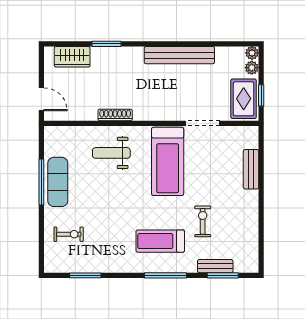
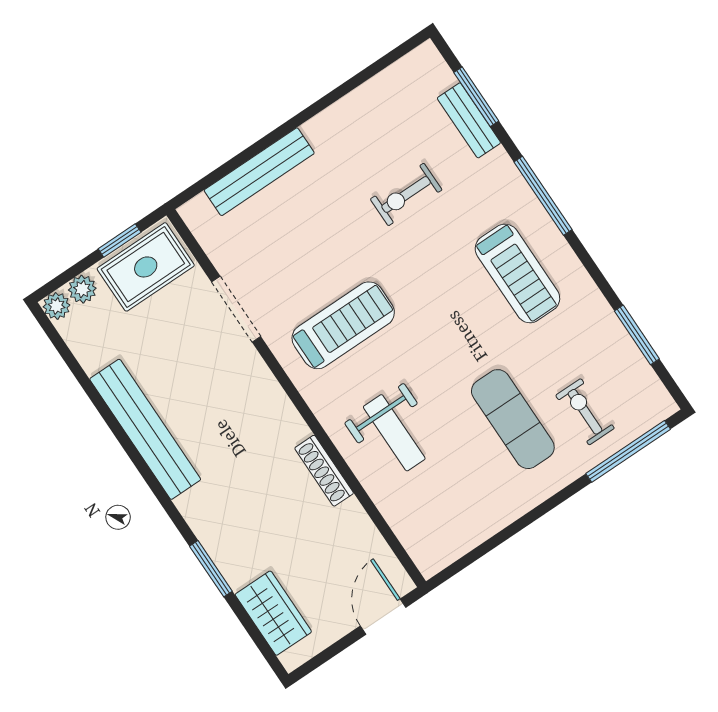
treadmill: (168, 161) -> (343, 325), width x0.73, depth x0.73
bench: (251, 169) -> (259, 172), width x1.36
window: (41, 182) -> (628, 451), moved
exercise mat: (58, 182) -> (513, 419), moved, turned 90
treadmill: (160, 241) -> (517, 273), moved

